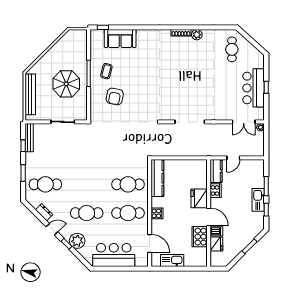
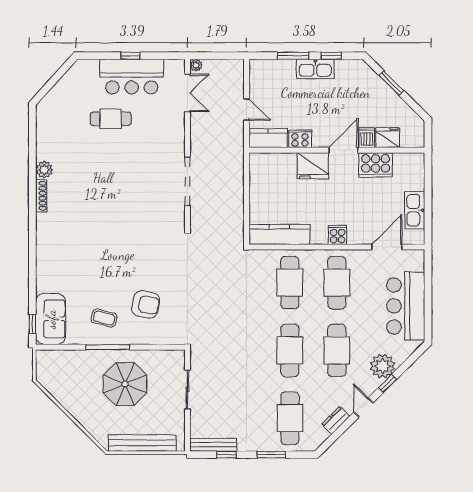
sofa: (120, 39) -> (51, 319), moved
cafe table: (232, 49) -> (111, 119), moved
cafe table: (87, 184) -> (290, 350), added

